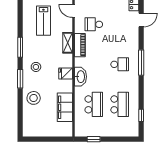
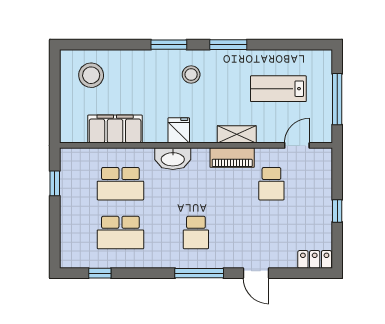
door: (141, 20) -> (256, 273), moved
school desk: (94, 24) -> (271, 184), turned 180
stool: (34, 98) -> (91, 75), moved

